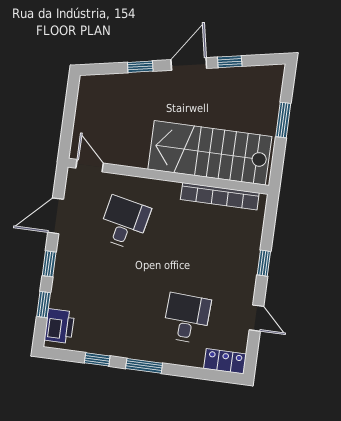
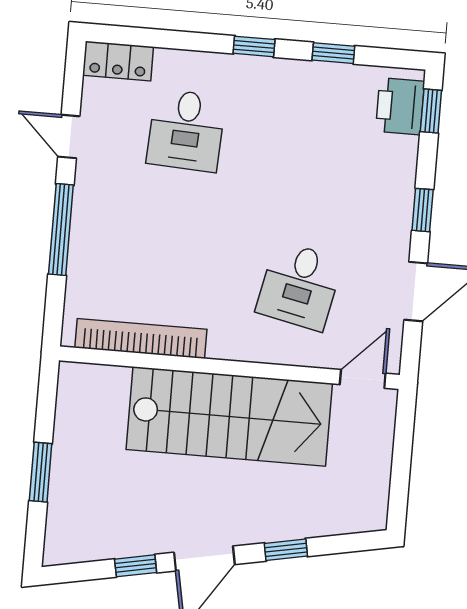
stairs: (210, 153) -> (229, 416), moved
door: (90, 166) -> (363, 379), swing flipped
window: (264, 263) -> (61, 230), width x2.17
window: (44, 305) -> (431, 111), moved
window: (144, 366) -> (254, 46), width x0.67

